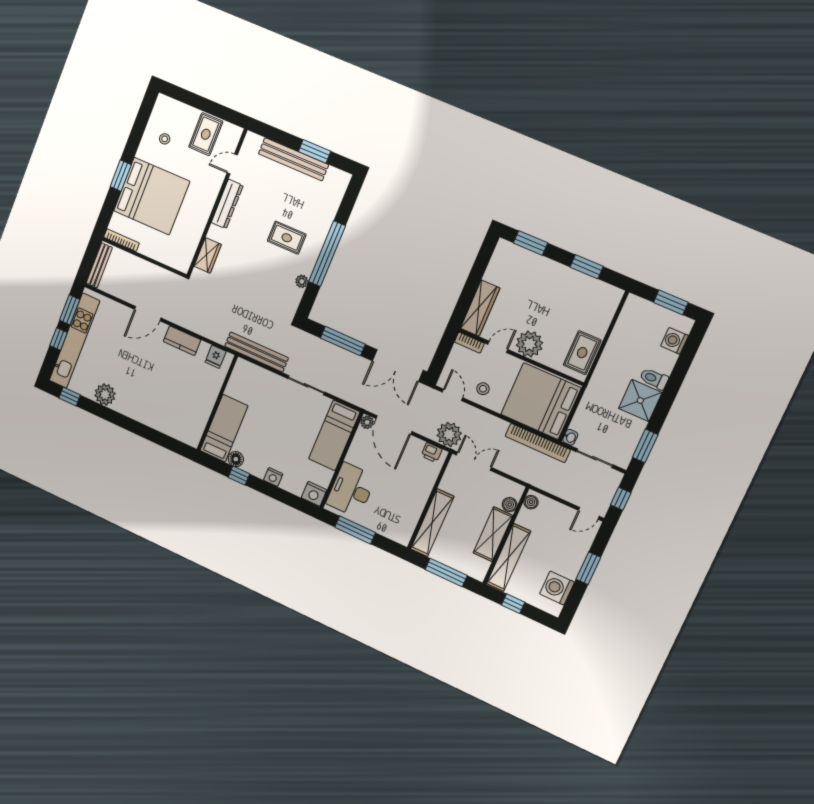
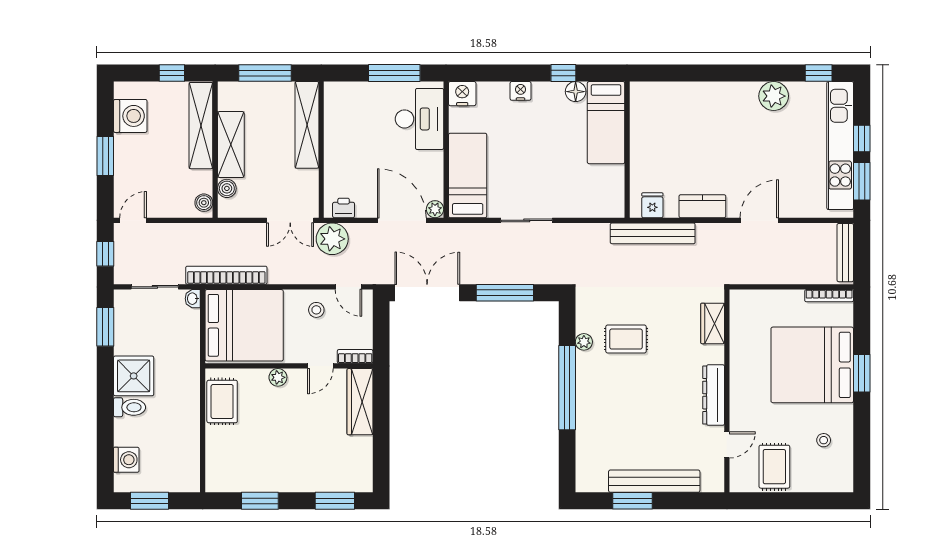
rug: (287, 238) -> (626, 339), moved
plant: (529, 344) -> (278, 377), width x0.53, depth x0.53
bench: (256, 352) -> (653, 233), moved

